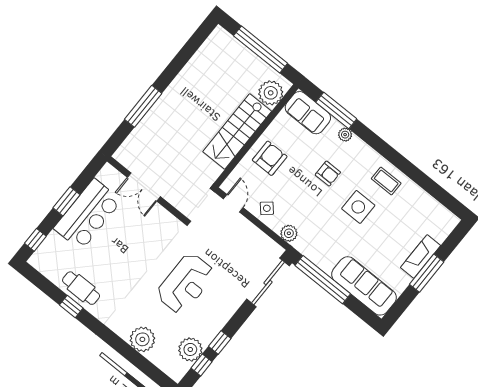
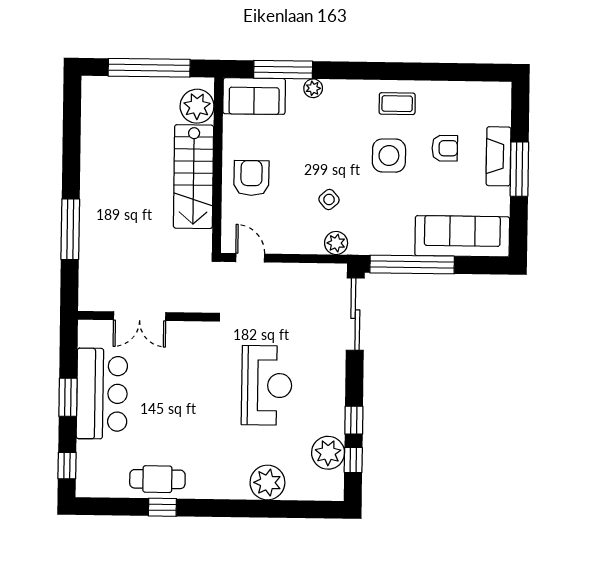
armchair: (328, 174) -> (445, 148), moved
side table: (267, 208) -> (329, 200), moved

